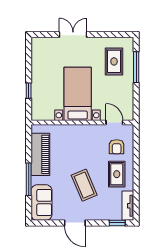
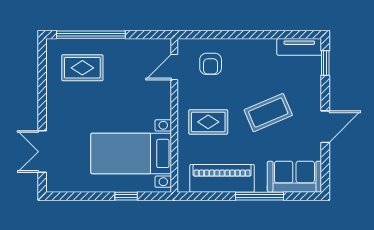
double door: (73, 35) -> (42, 152), moved
window: (136, 67) -> (91, 35), width x1.46
bed with nightstands: (78, 94) -> (131, 153), moved
armchair: (117, 147) -> (211, 64), turned 90
rug: (117, 174) -> (208, 122), moved

